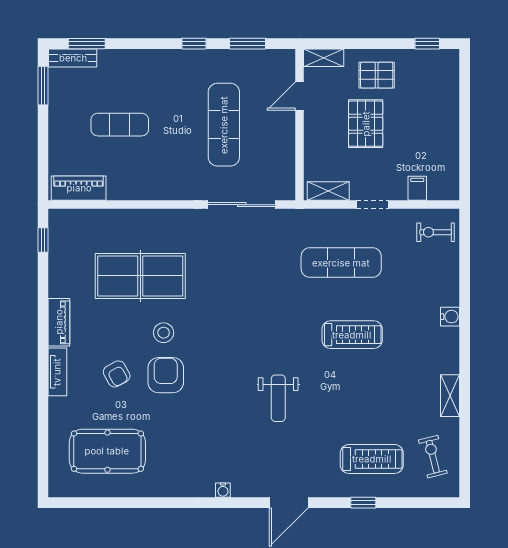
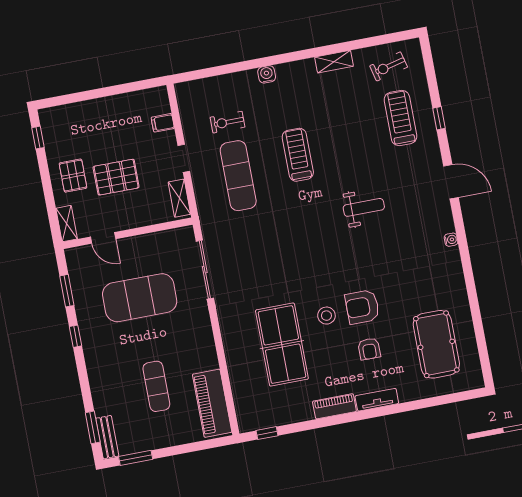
exercise mat: (224, 125) -> (140, 298), width x1.47
piano: (79, 188) -> (212, 403), width x1.37, depth x1.33
exercise bike: (436, 232) -> (227, 122), moved, turned 90
armchair: (117, 374) -> (369, 349), turned 119

